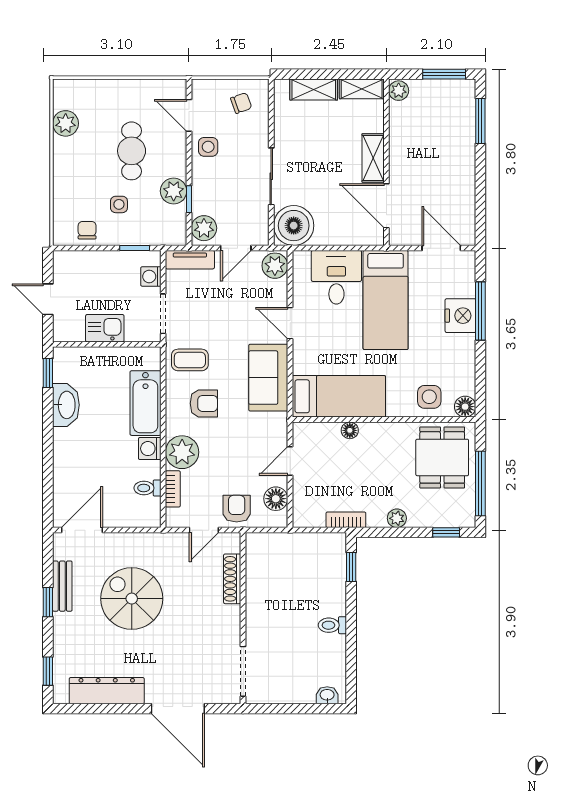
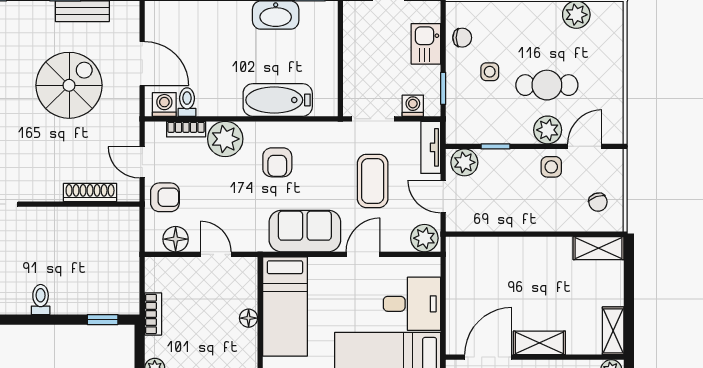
shelving: (314, 89) -> (598, 248), moved, turned 90
sliding door: (271, 176) -> (520, 234), removed
plant: (174, 191) -> (548, 130), moved
boiler: (294, 226) -> (467, 258), removed
kitchen sink: (105, 328) -> (426, 44), moved, turned 180
coffee table: (190, 360) -> (373, 181), moved, width x1.36, depth x1.30
washing machine: (150, 449) -> (164, 104), moved
door: (82, 530) -> (142, 64), moved

